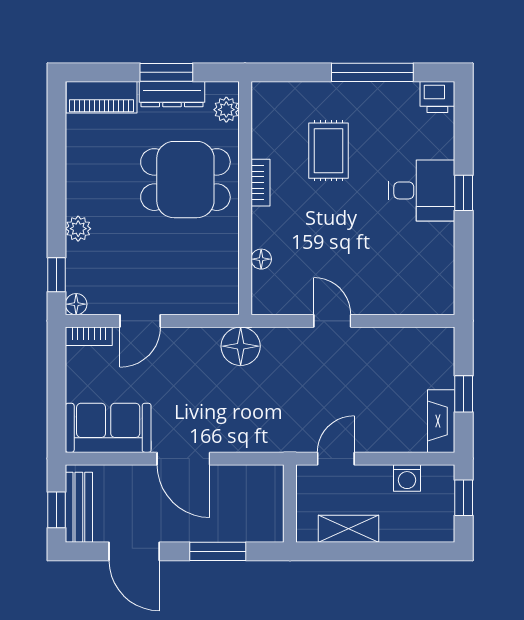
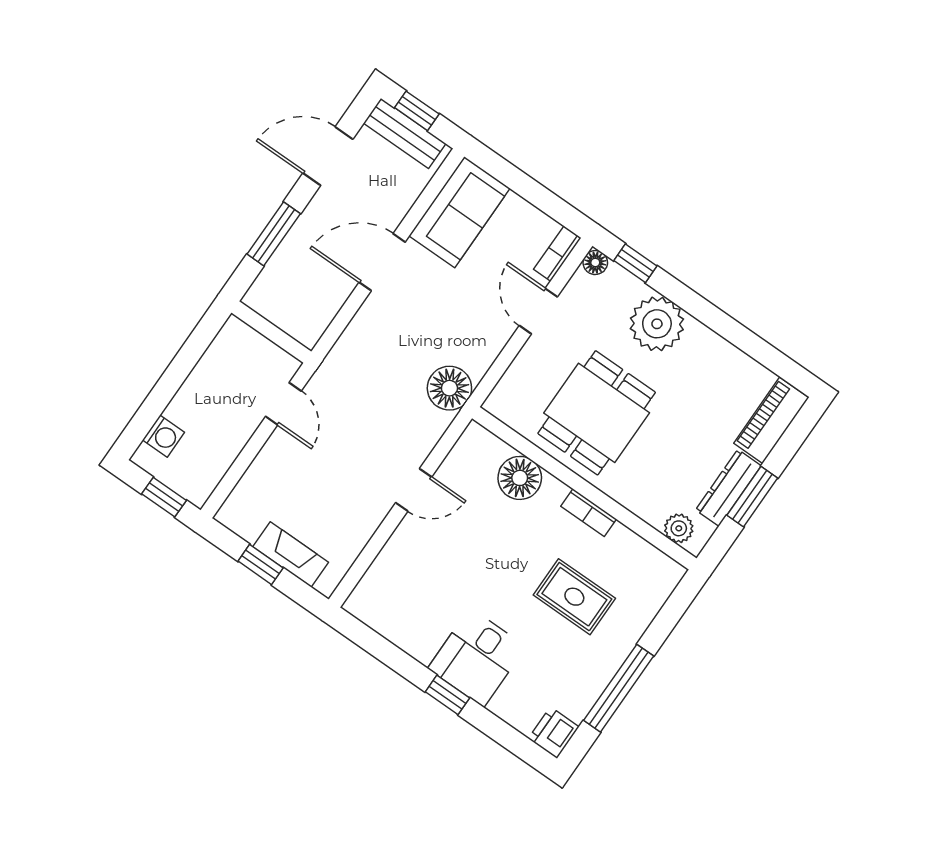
dining table: (185, 180) -> (597, 413), moved
plant: (78, 229) -> (657, 324), width x1.88, depth x1.88
floor lamp: (261, 259) -> (520, 478), width x1.89, depth x1.89
fireplace: (441, 421) -> (291, 554), moved
washing machine: (407, 478) -> (164, 436), moved, turned 180
shelving: (349, 529) -> (210, 370), removed

